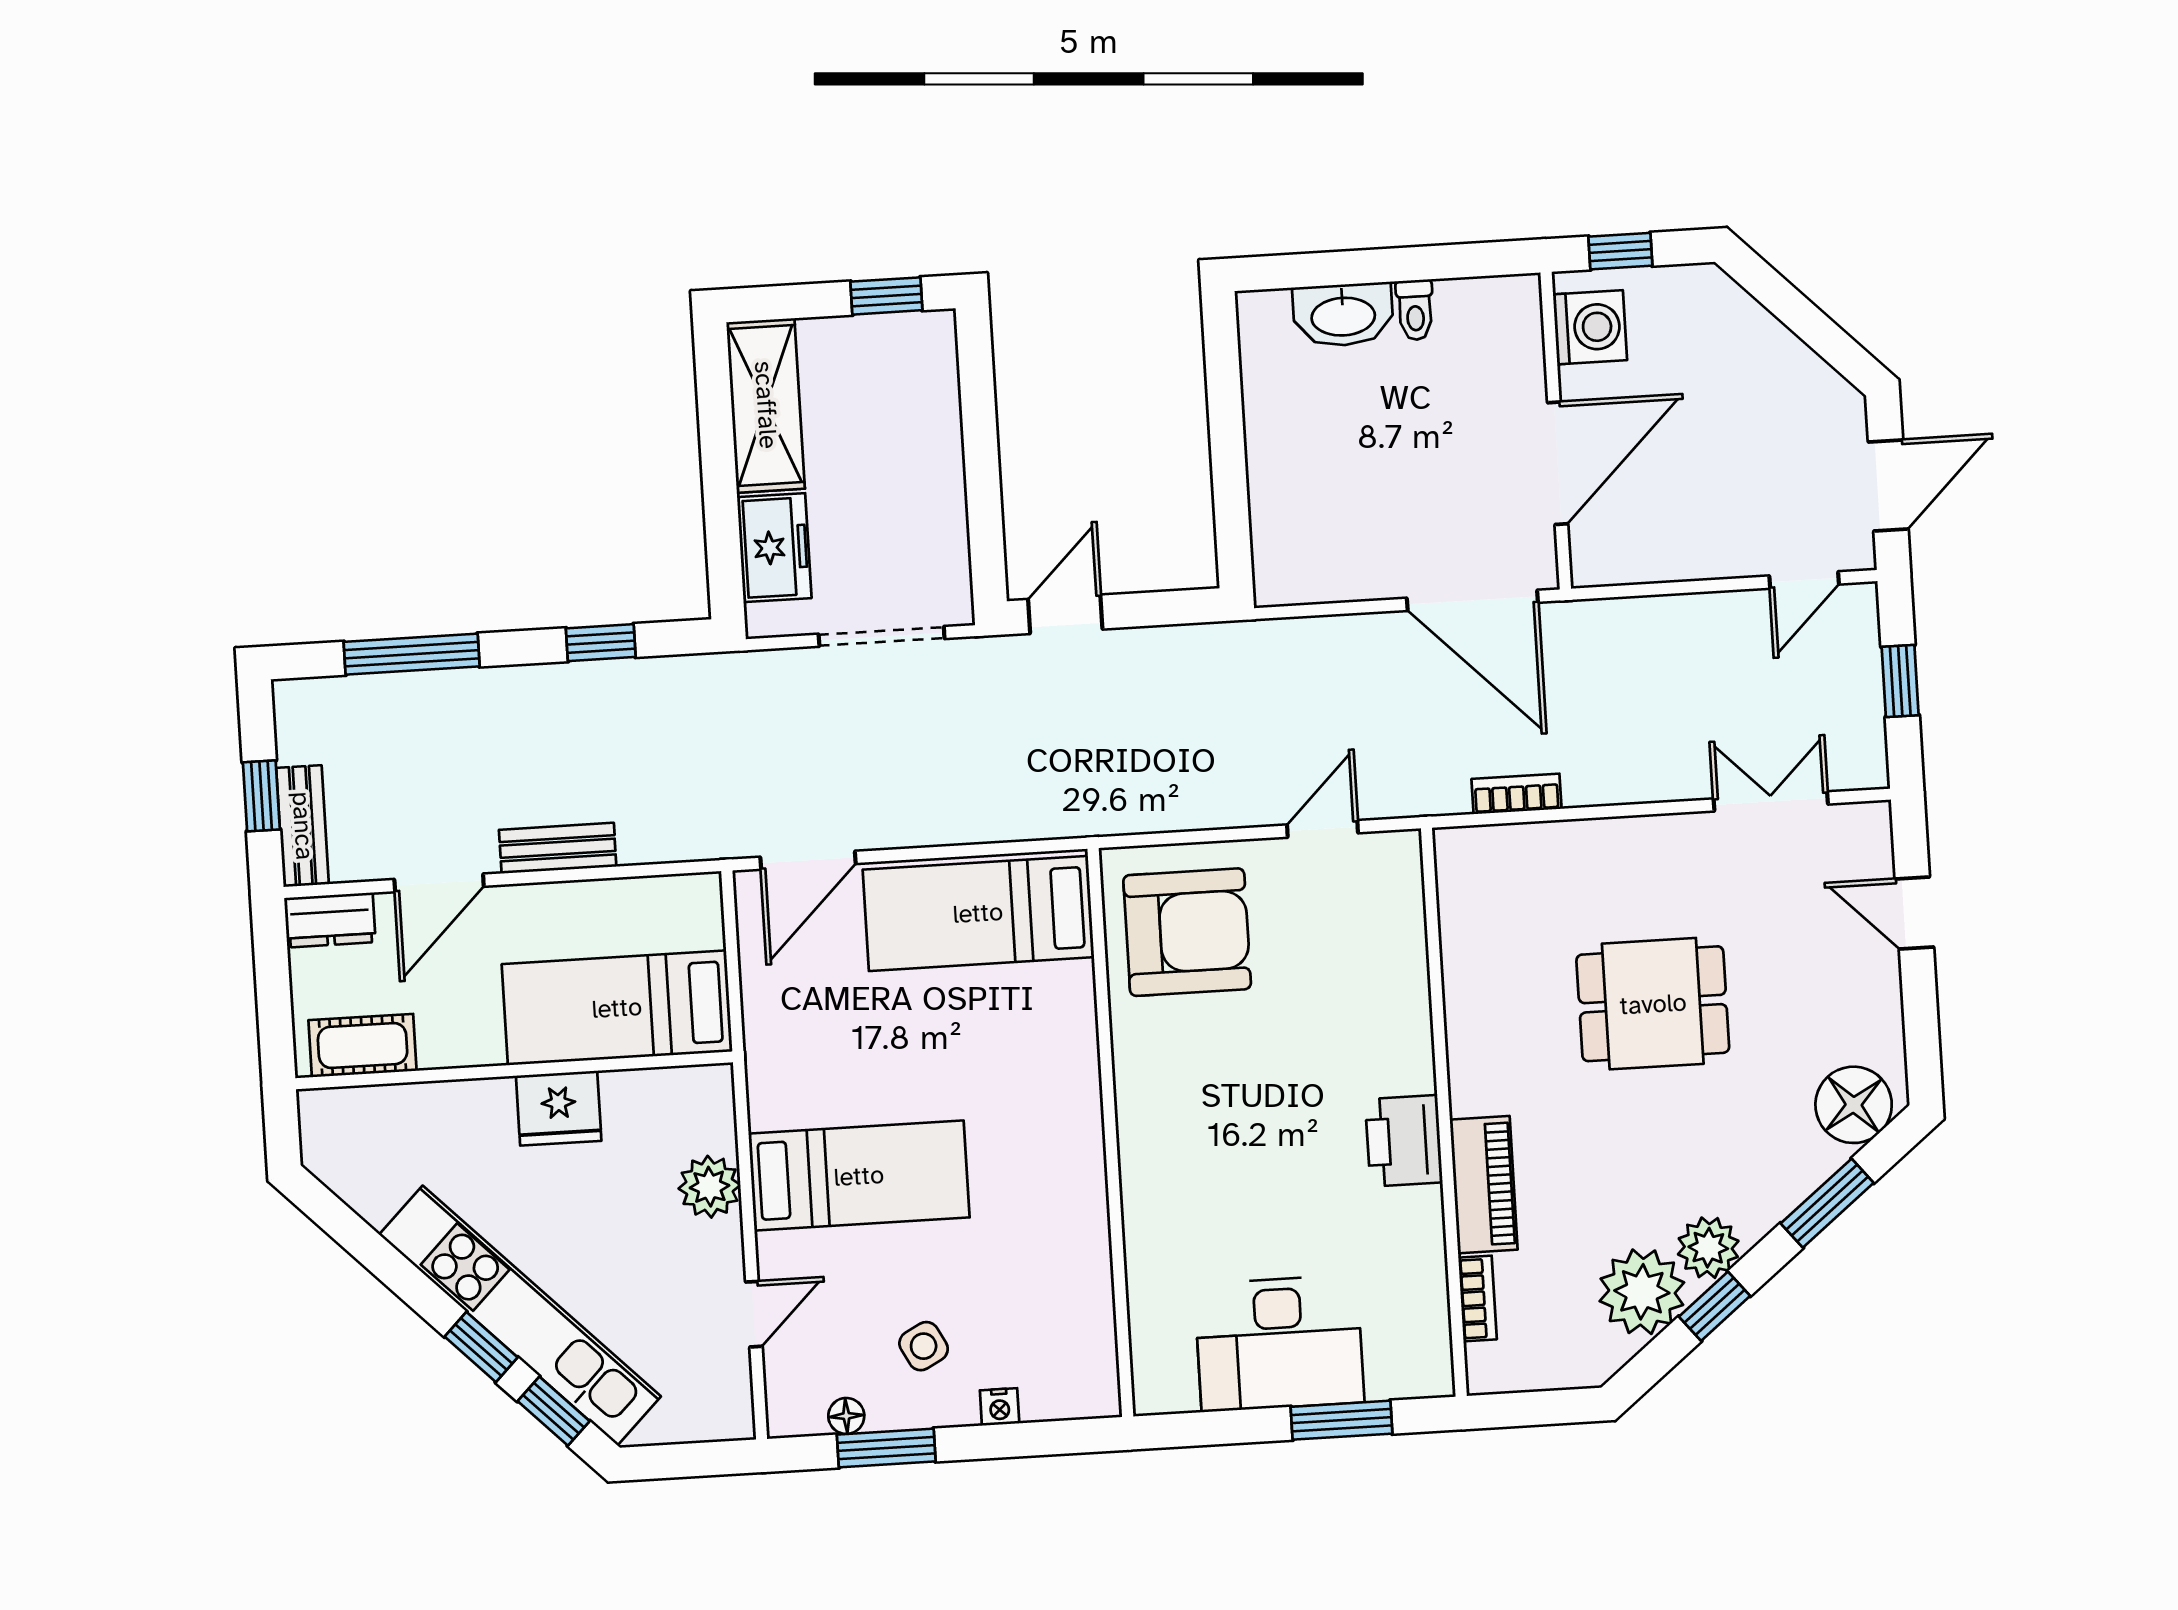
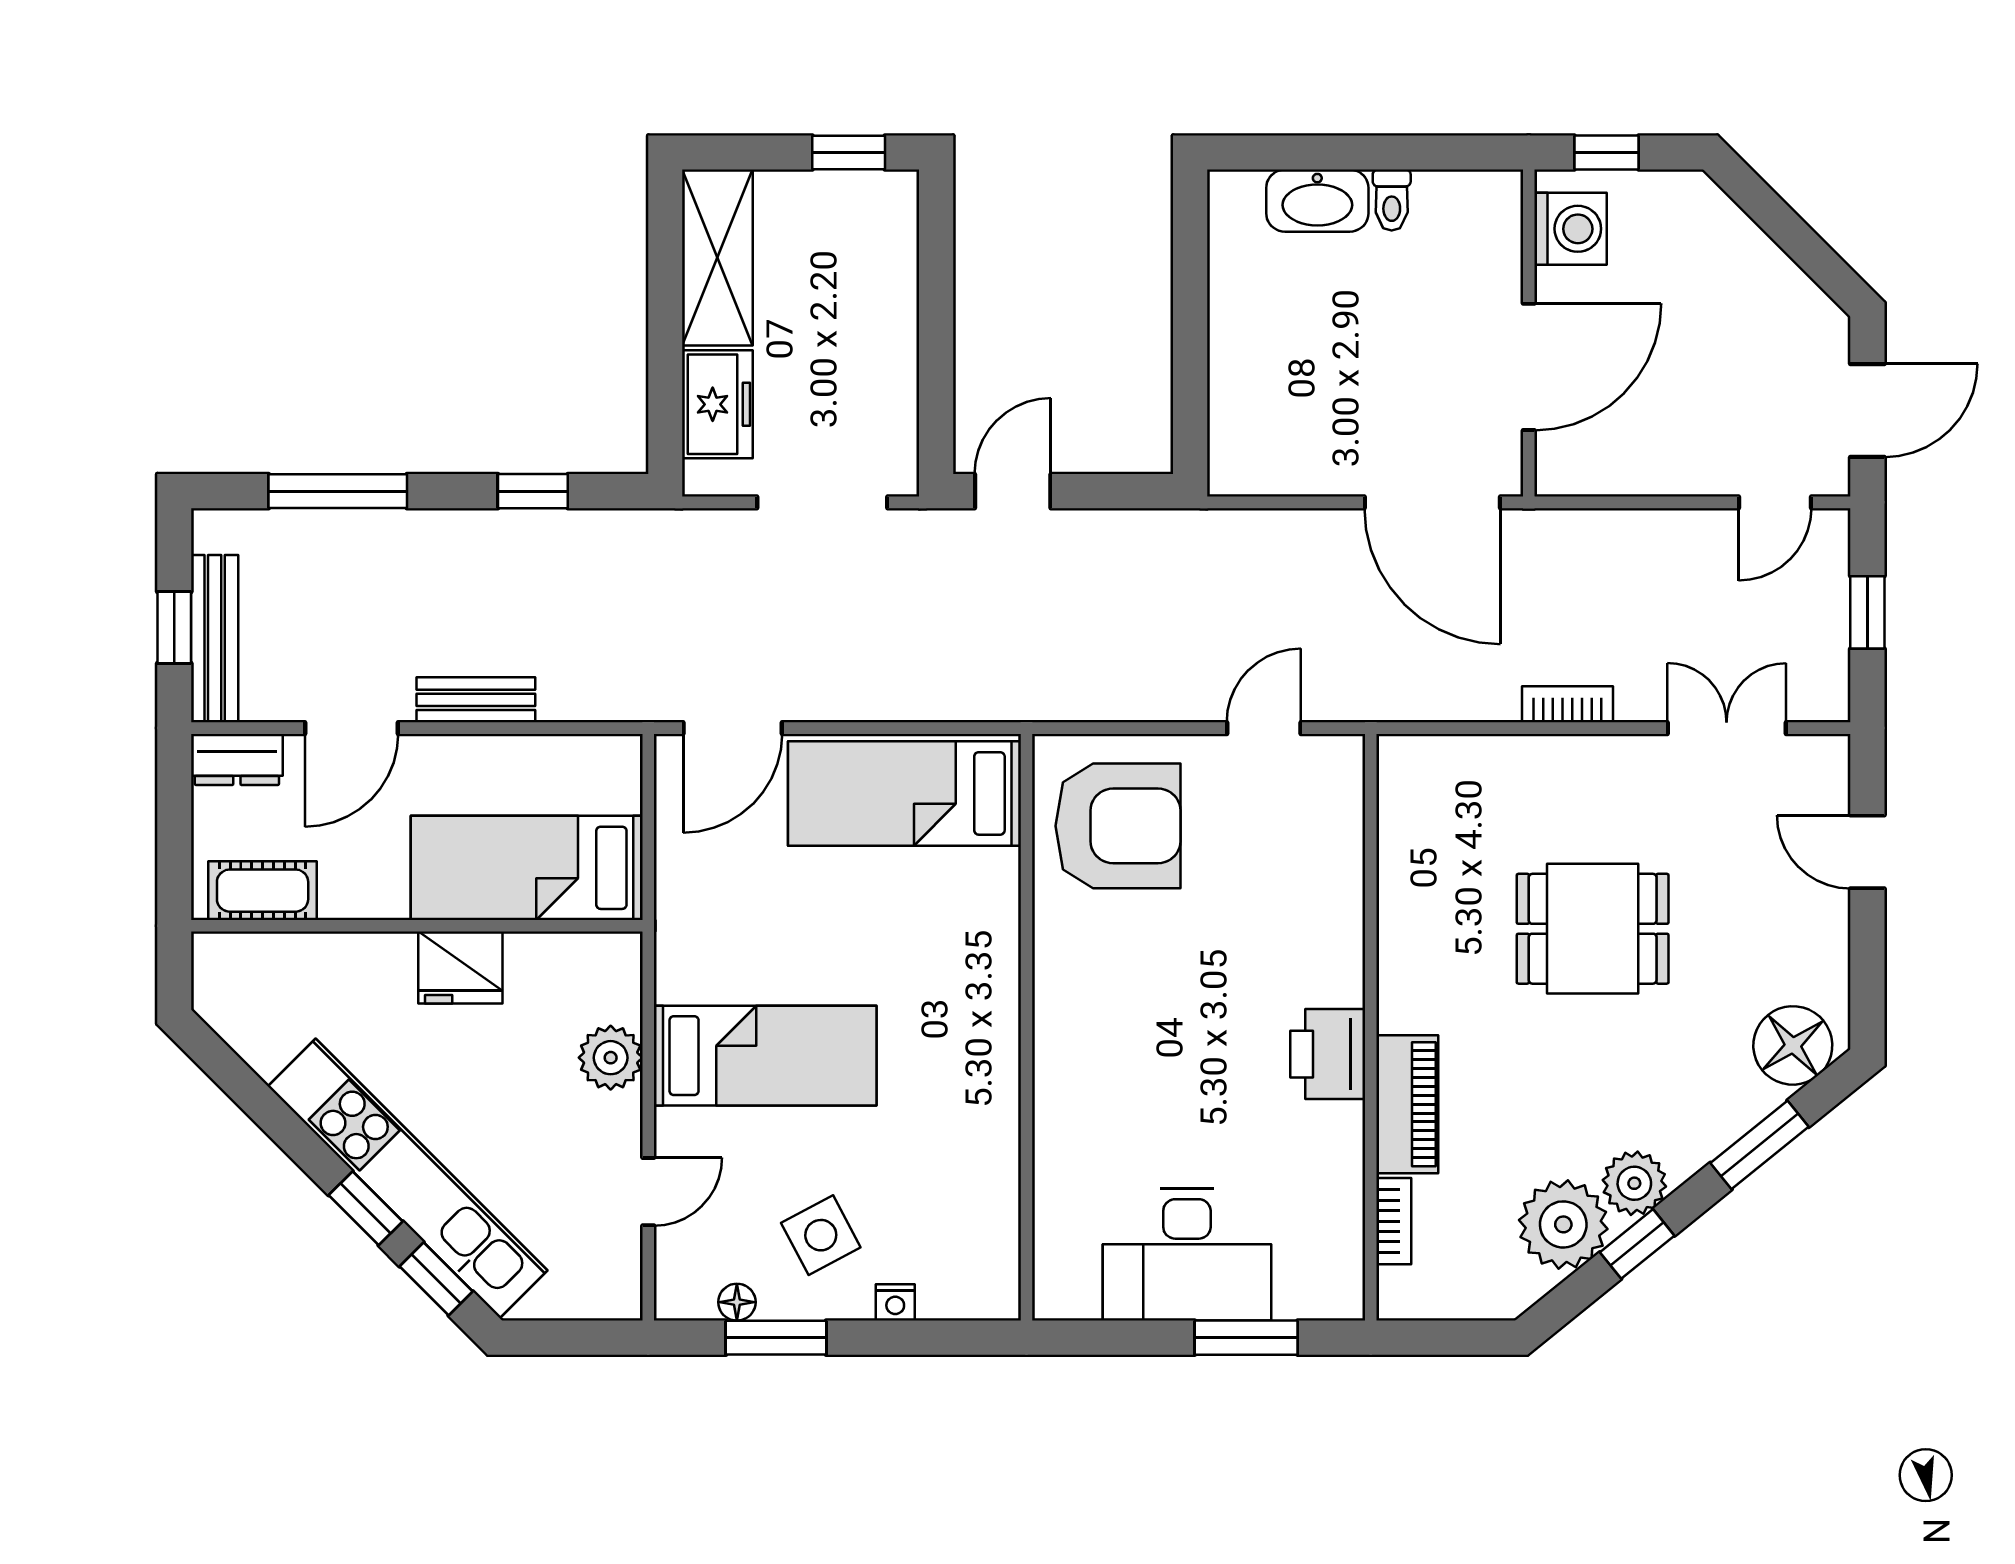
bookcase: (1517, 794) -> (1568, 704), moved
bench: (303, 826) -> (215, 639), width x1.36
side table: (924, 1346) -> (821, 1235), width x1.37, depth x1.37

